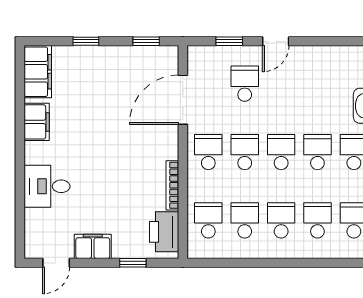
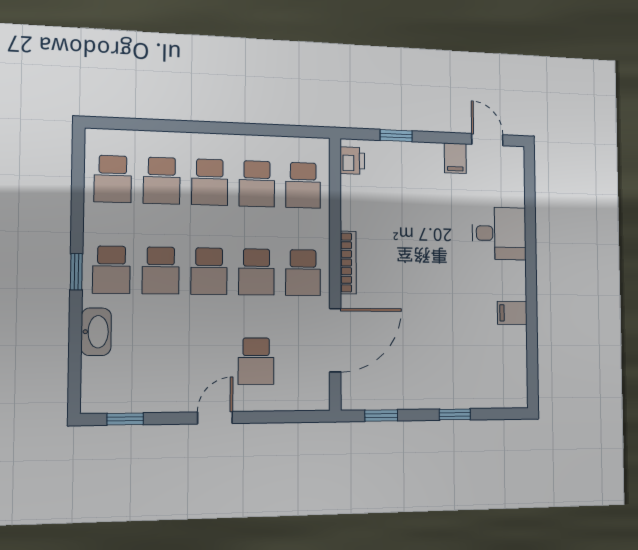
window: (229, 41) -> (125, 419), moved
filing cabinet: (38, 72) -> (512, 375), removed
filing cabinet: (37, 122) -> (512, 313), width x0.50
bookcase: (172, 185) -> (348, 263), moved
printer: (164, 232) -> (352, 161), width x0.53, depth x0.68
filing cabinet: (93, 246) -> (455, 158), width x0.50
door: (56, 263) -> (487, 140), hinge flipped

